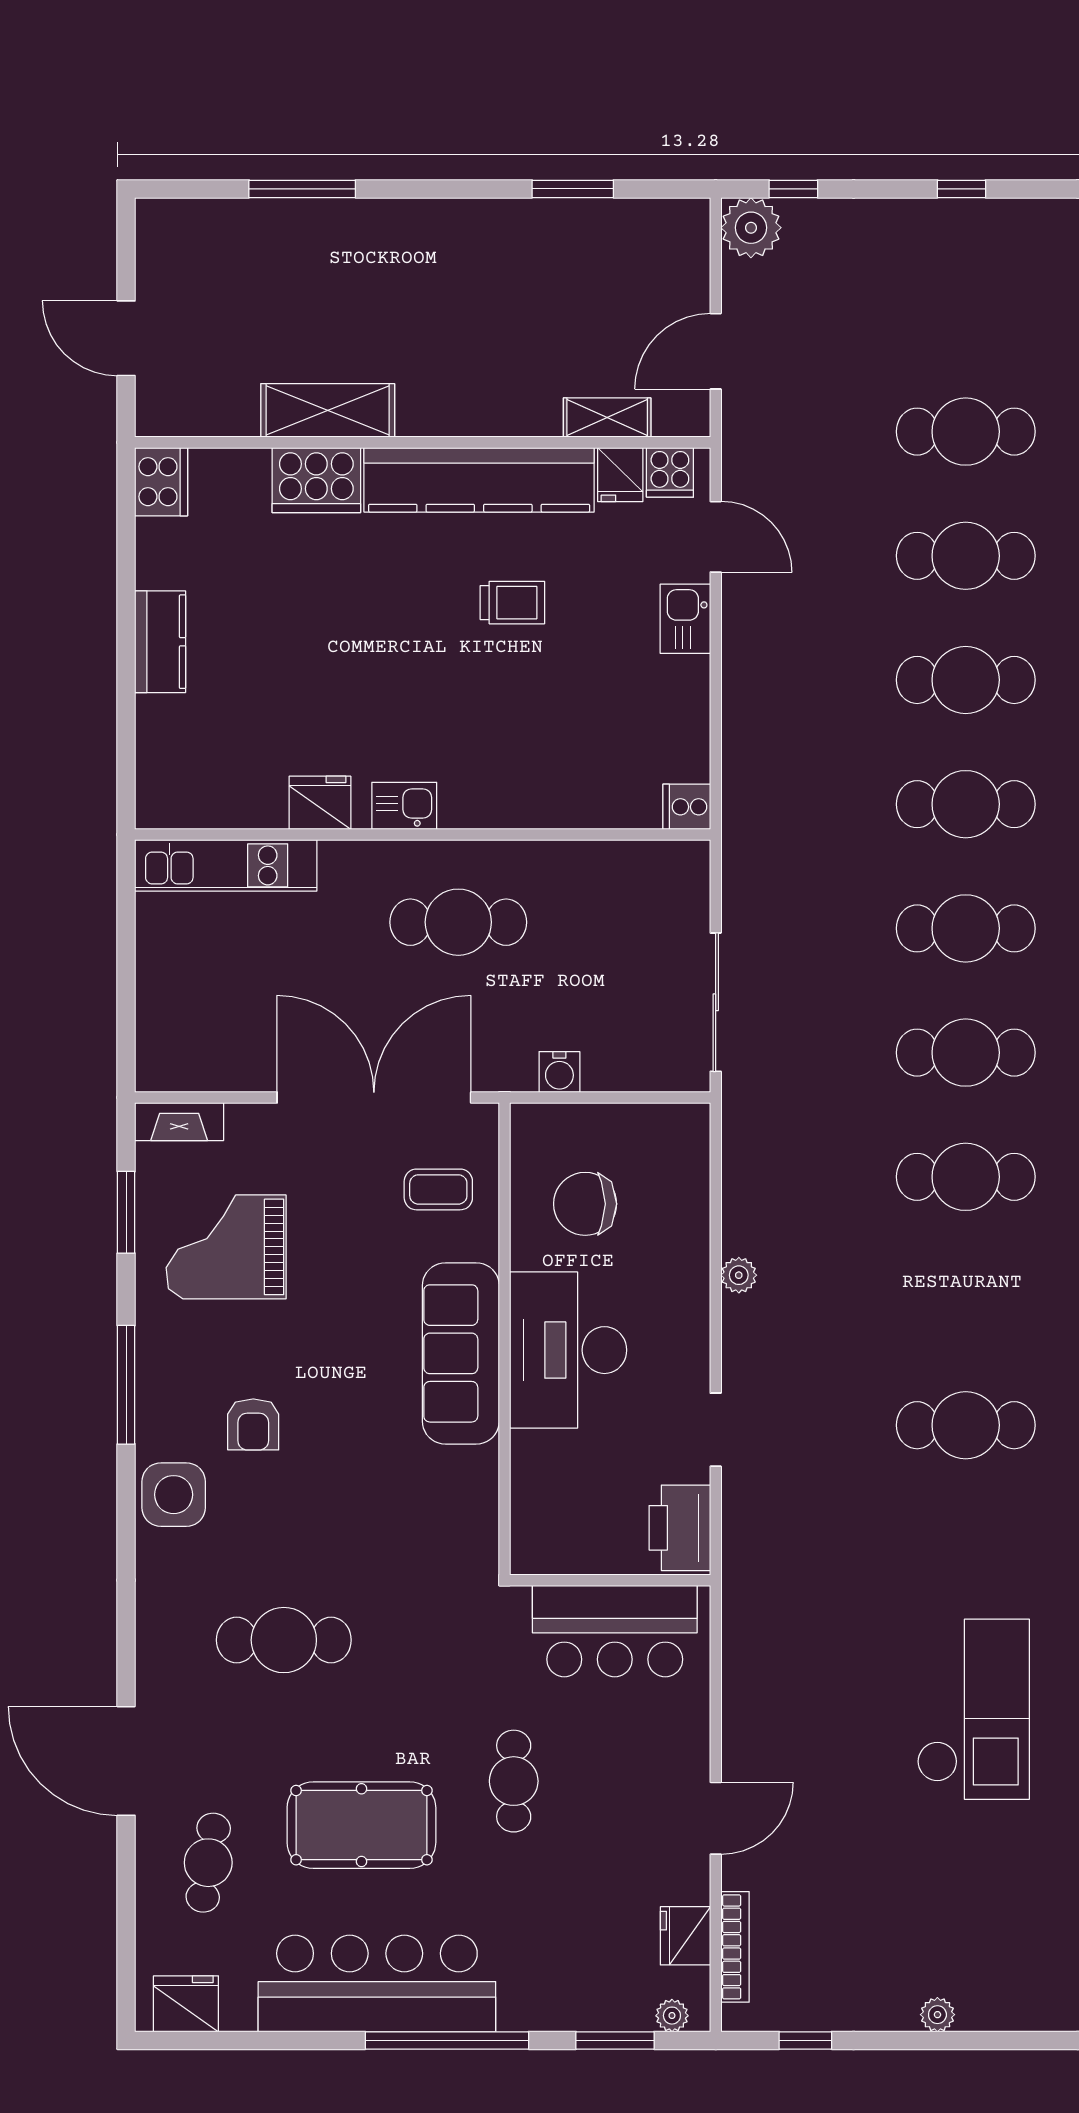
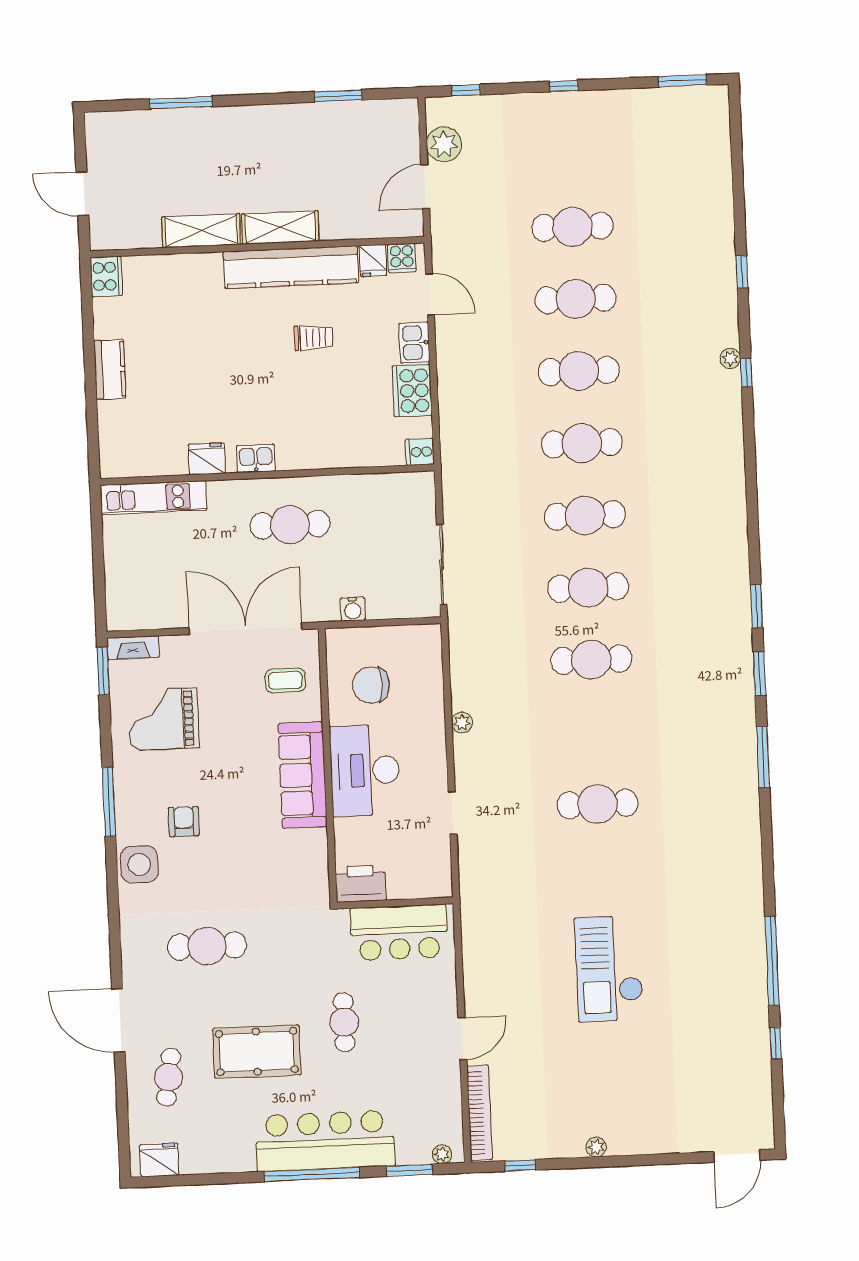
plant: (751, 228) -> (444, 144), moved
shelving: (607, 418) -> (280, 228), moved, width x1.50, depth x1.33
cooker: (316, 480) -> (412, 391), moved, turned 90
window: (126, 1212) -> (103, 671), moved
armchair: (253, 1424) -> (184, 822), turned 180
printer: (680, 1528) -> (361, 884), moved, turned 90
checkout: (973, 1709) -> (609, 969), turned 180
fridge: (685, 1936) -> (448, 1108), removed
bookcase: (735, 1947) -> (479, 1113), width x1.48, depth x1.31
bar counter: (377, 1983) -> (325, 1141), moved

